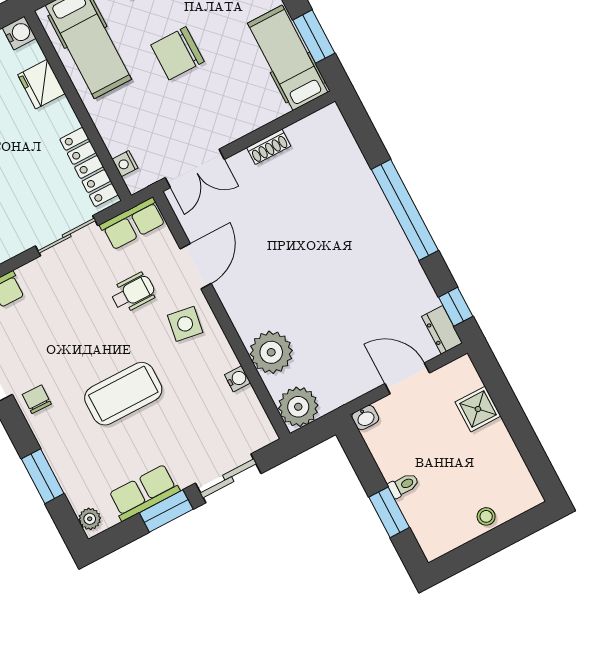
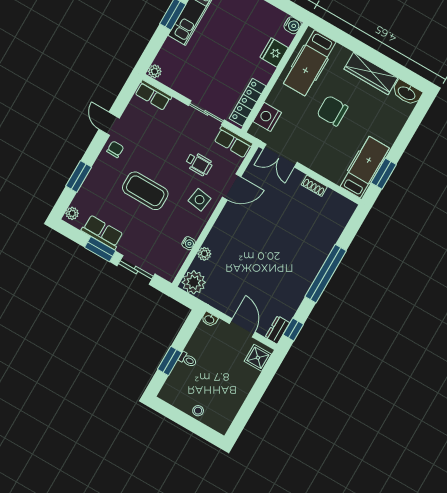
nightstand: (125, 164) -> (267, 117), width x1.89, depth x1.79
plant: (271, 352) -> (204, 254), width x0.53, depth x0.53
shower: (478, 409) -> (258, 358), moved

